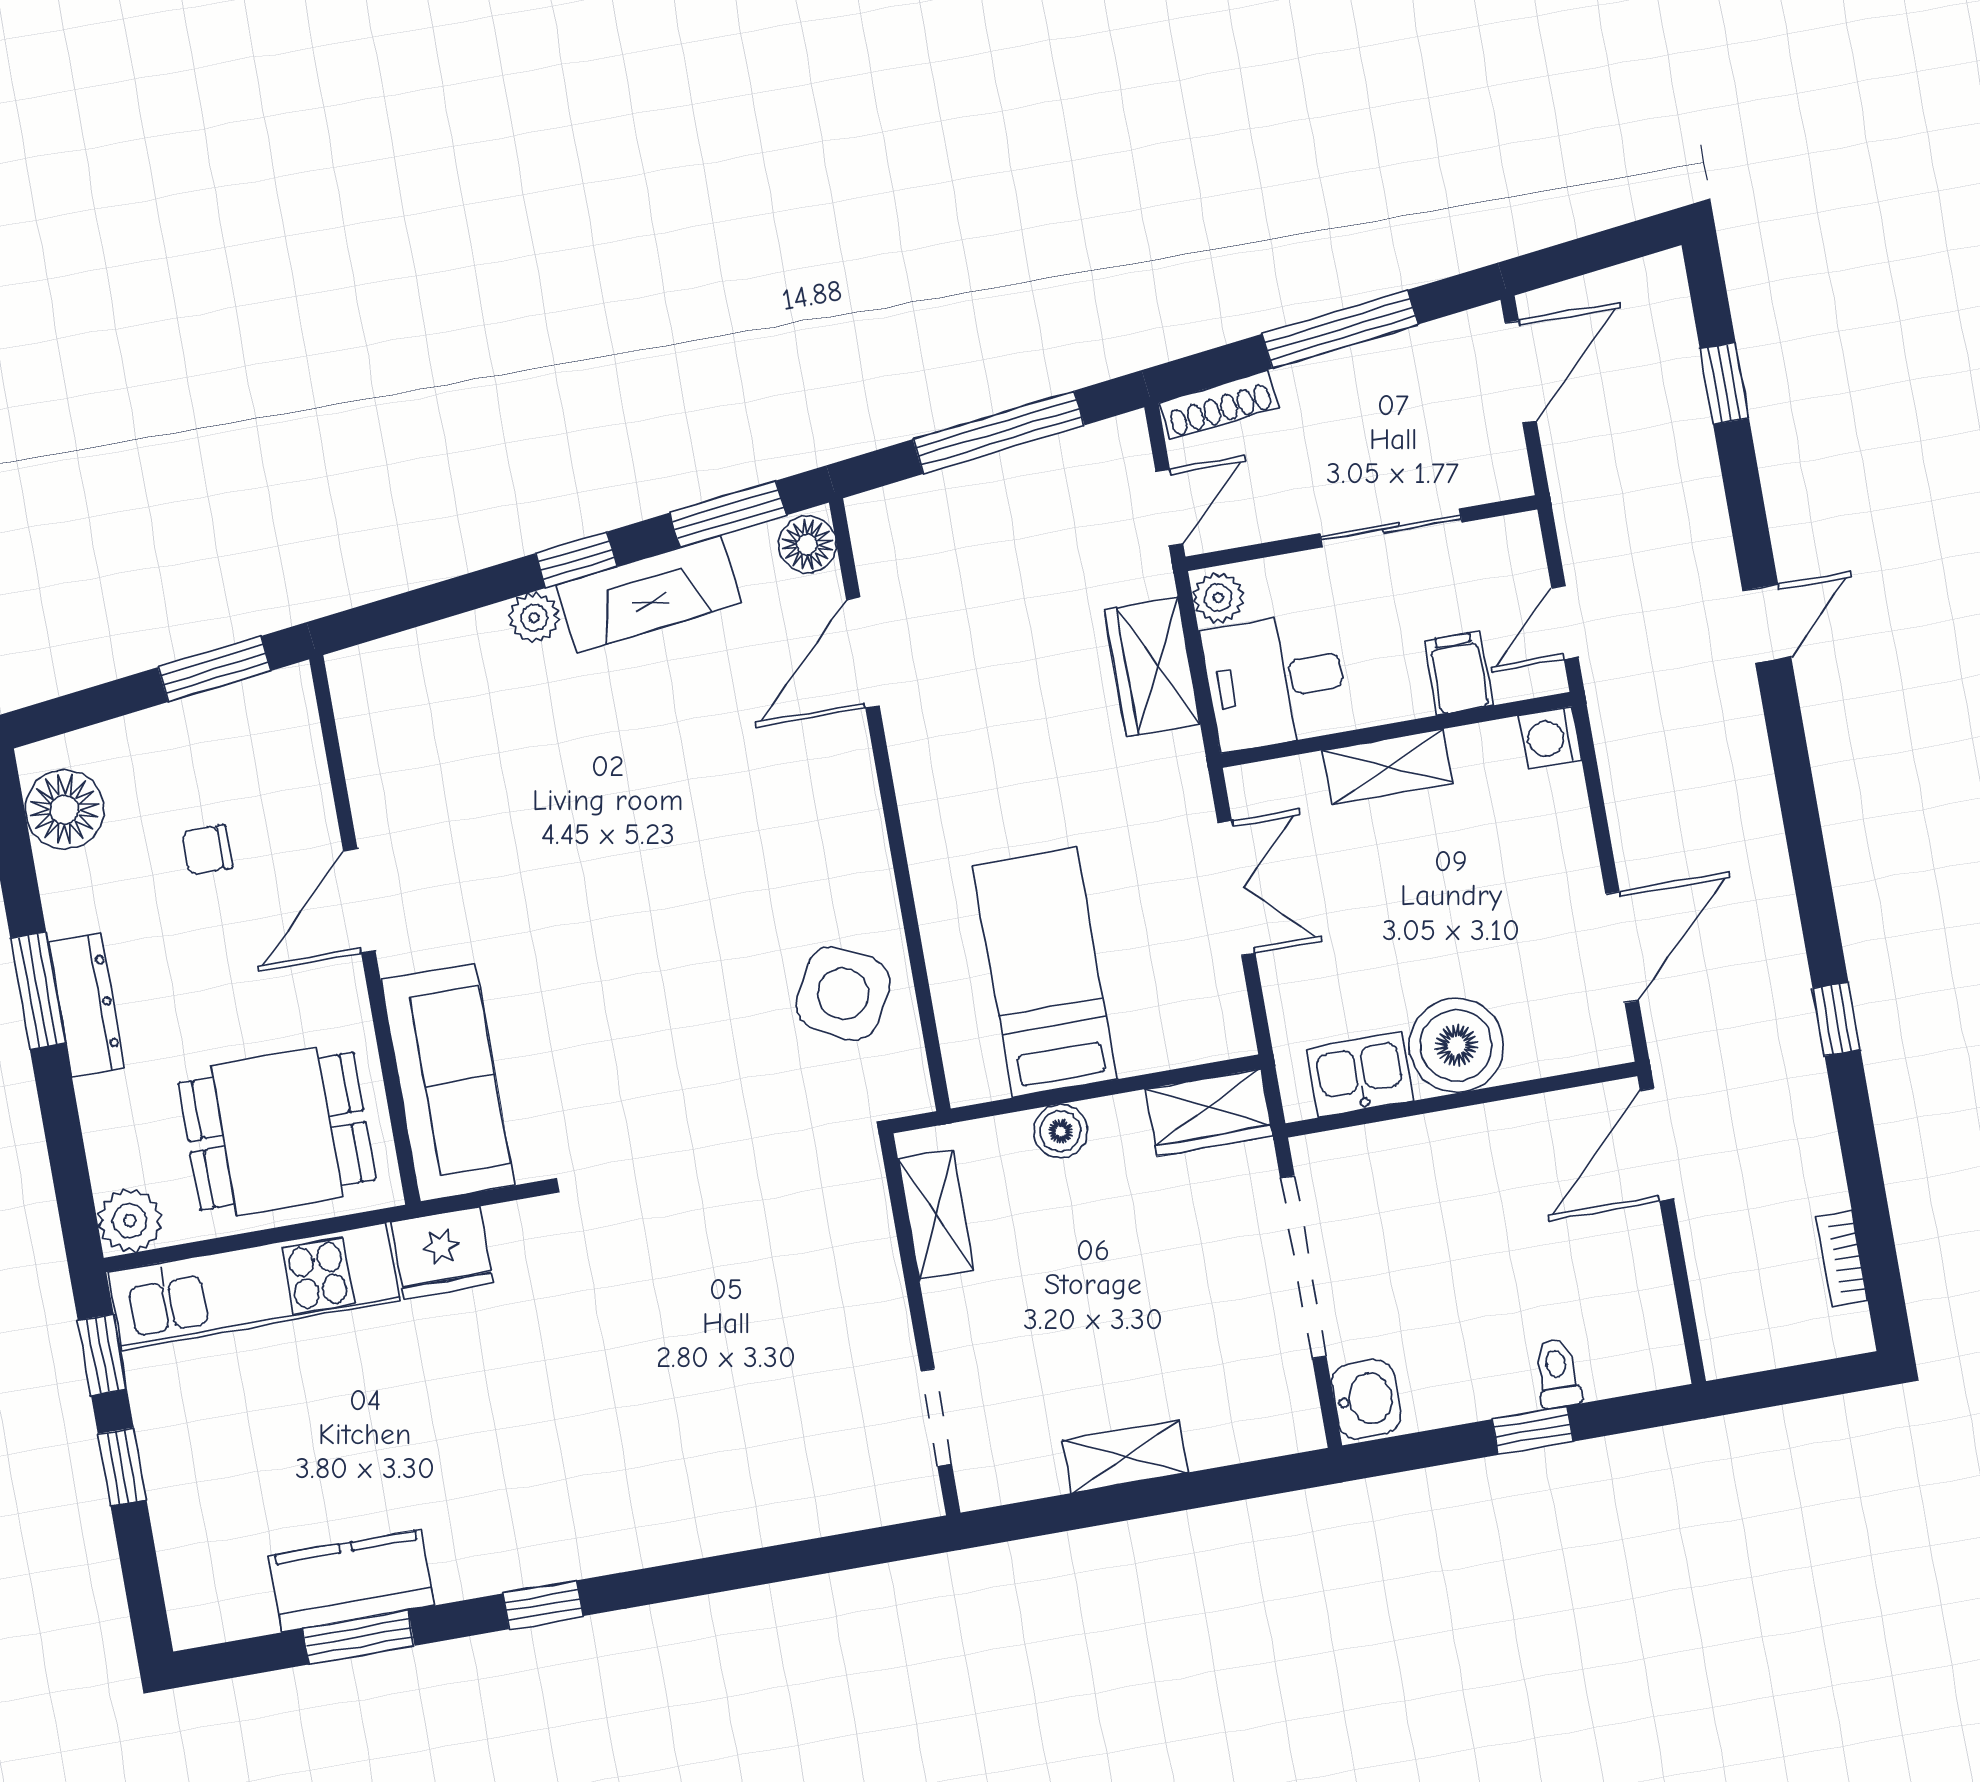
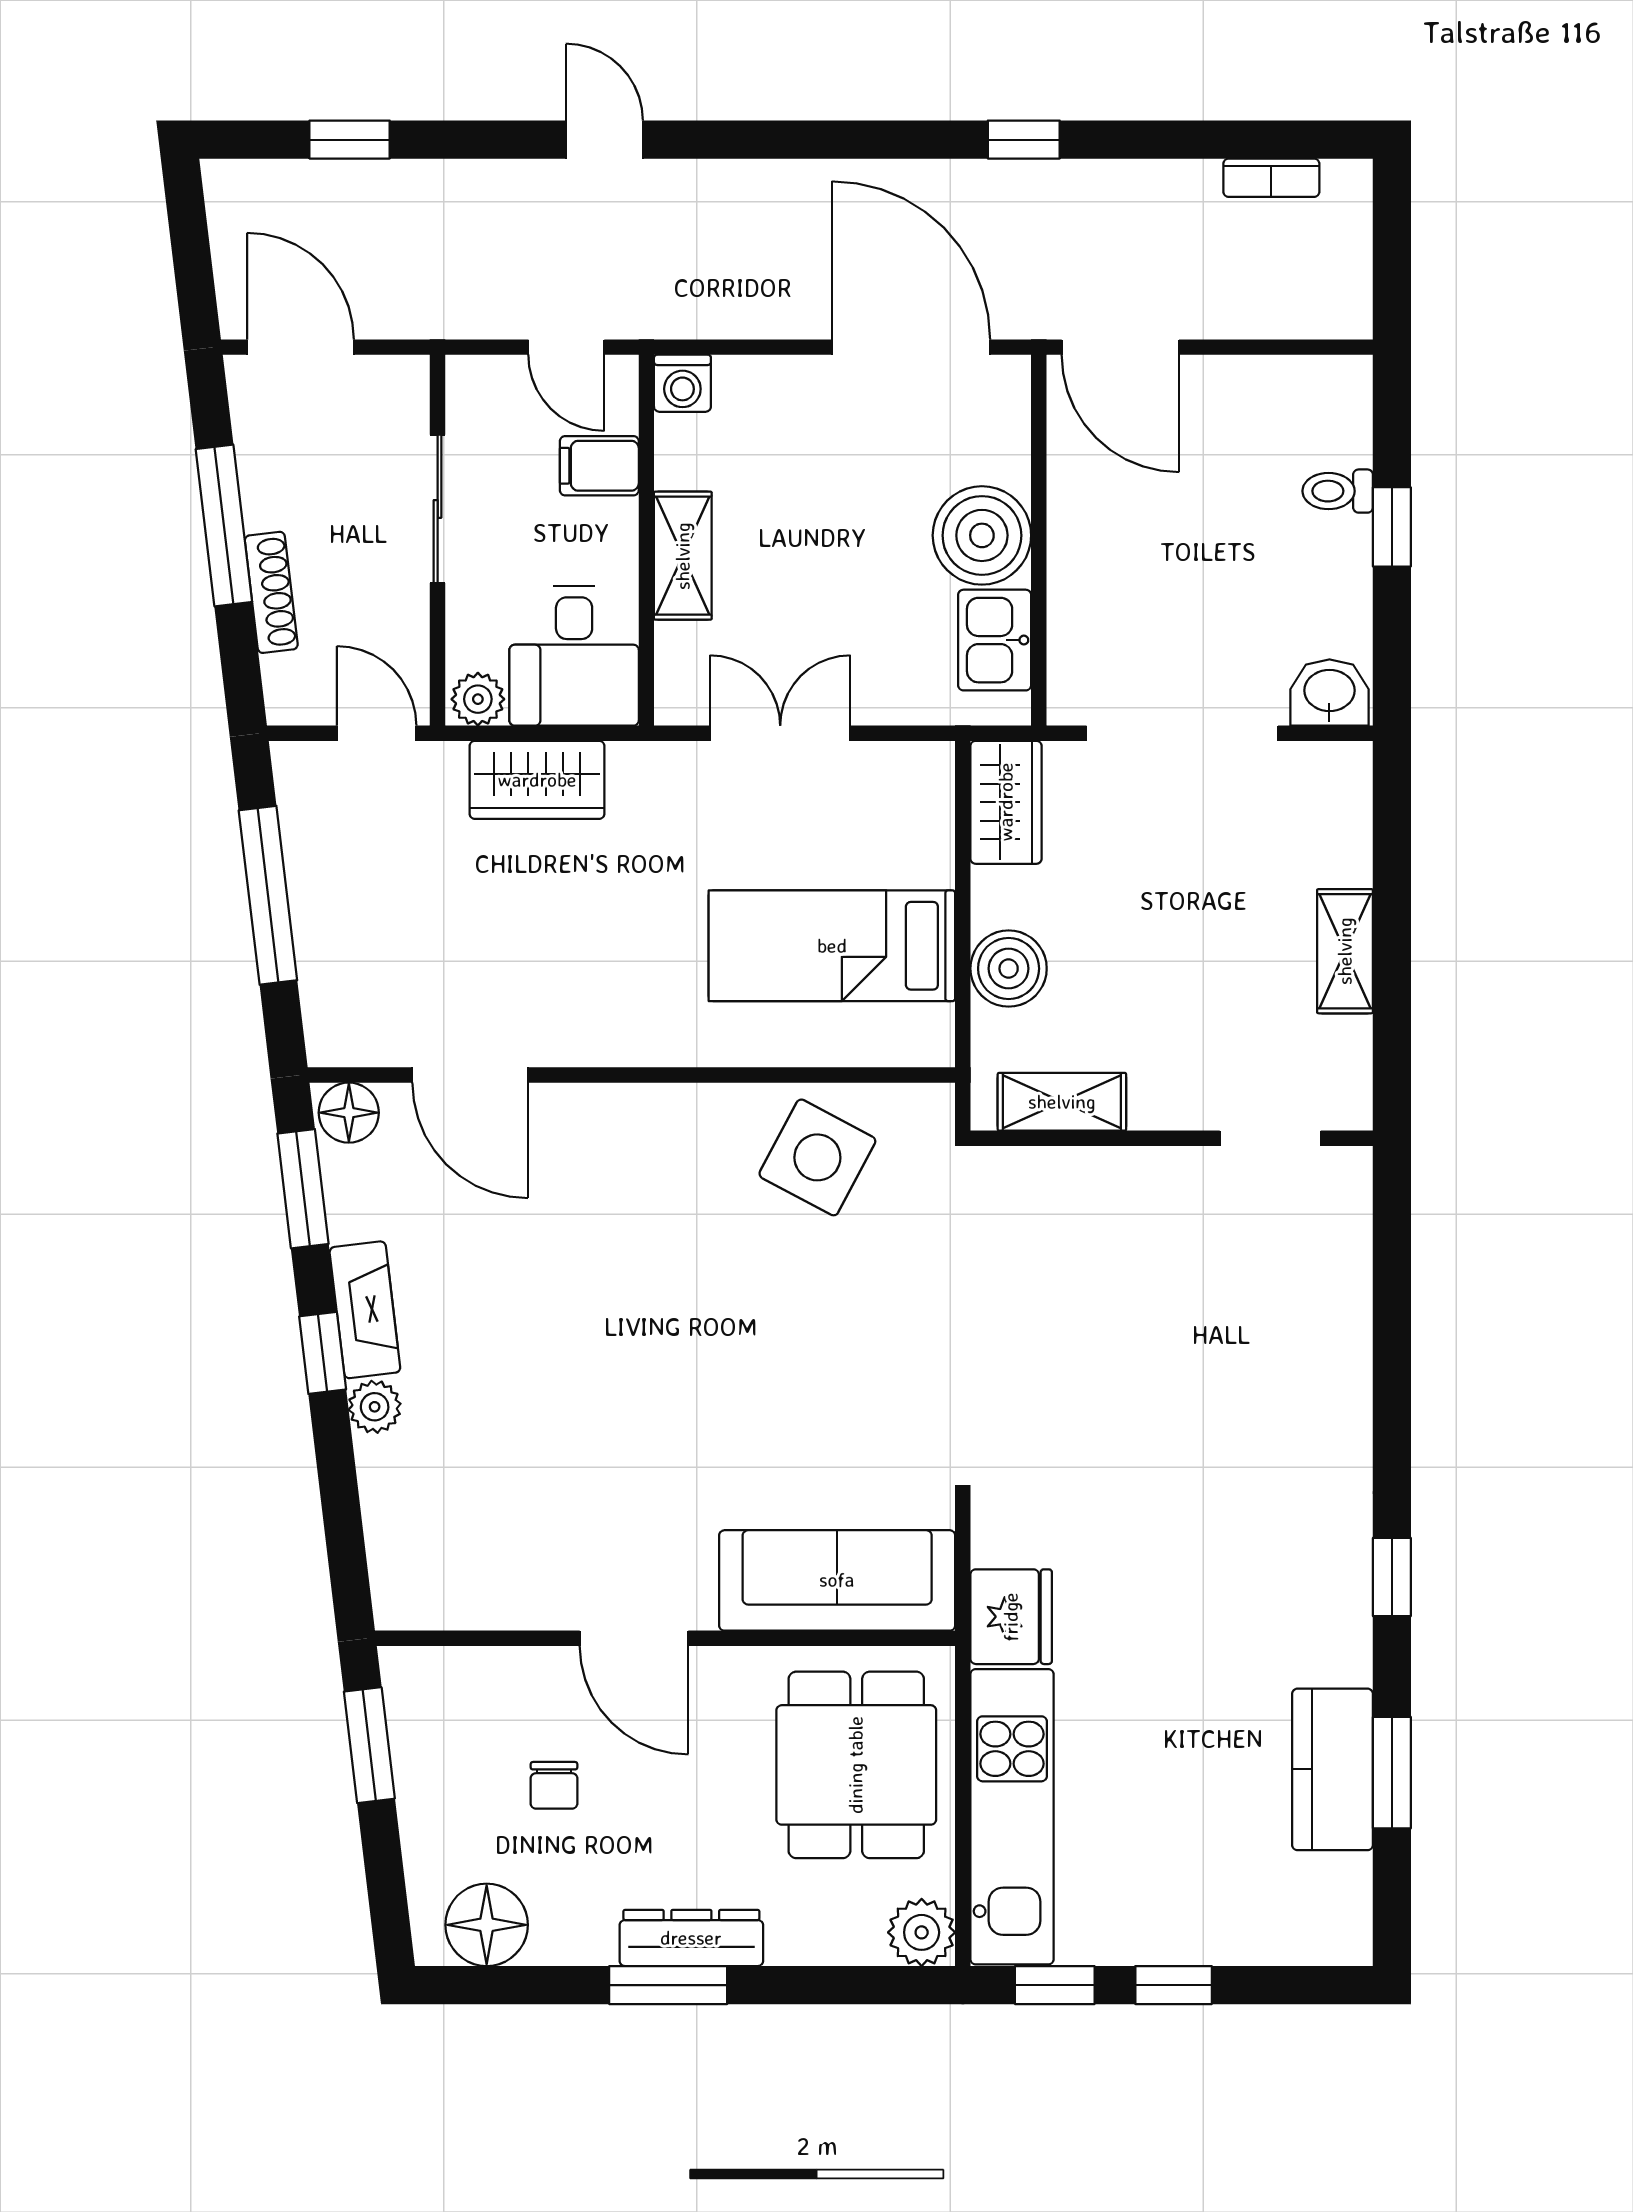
shoe rack: (1219, 405) -> (271, 592), moved
fireplace: (649, 594) -> (365, 1310), width x0.73, depth x0.76
door: (1622, 947) -> (911, 347), width x1.36
boiler: (1061, 1131) -> (1009, 969), width x1.36, depth x1.36

